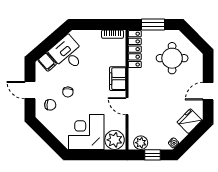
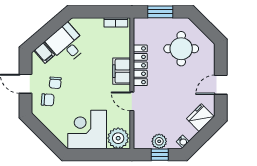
locker: (135, 49) -> (140, 65), moved
chair: (68, 92) -> (55, 83), moved
plant: (141, 143) -> (159, 141), moved

